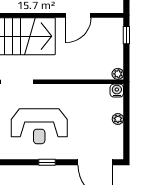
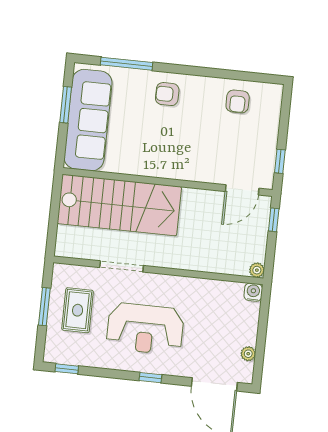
door: (78, 15) -> (242, 190), moved
plant: (118, 119) -> (248, 354), moved

